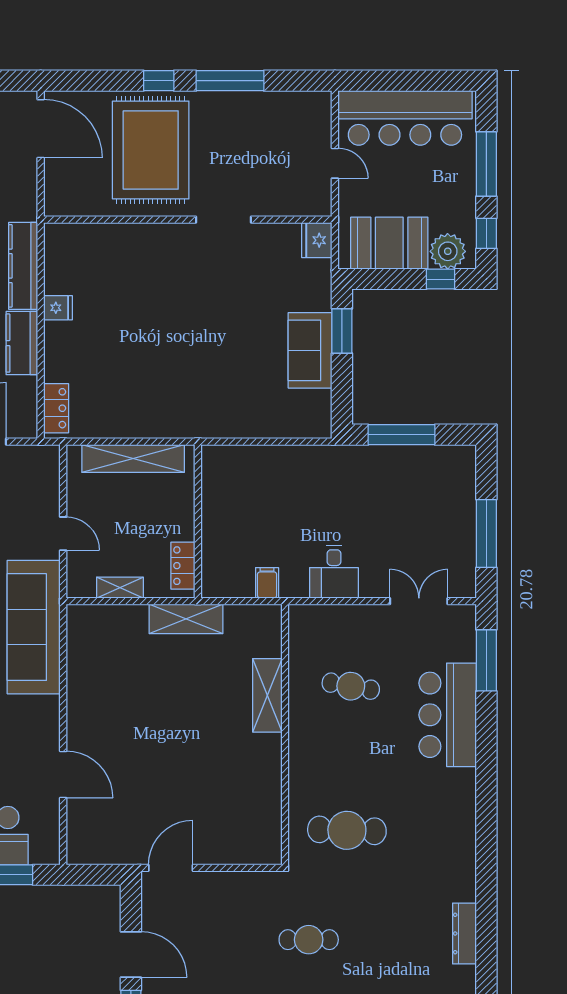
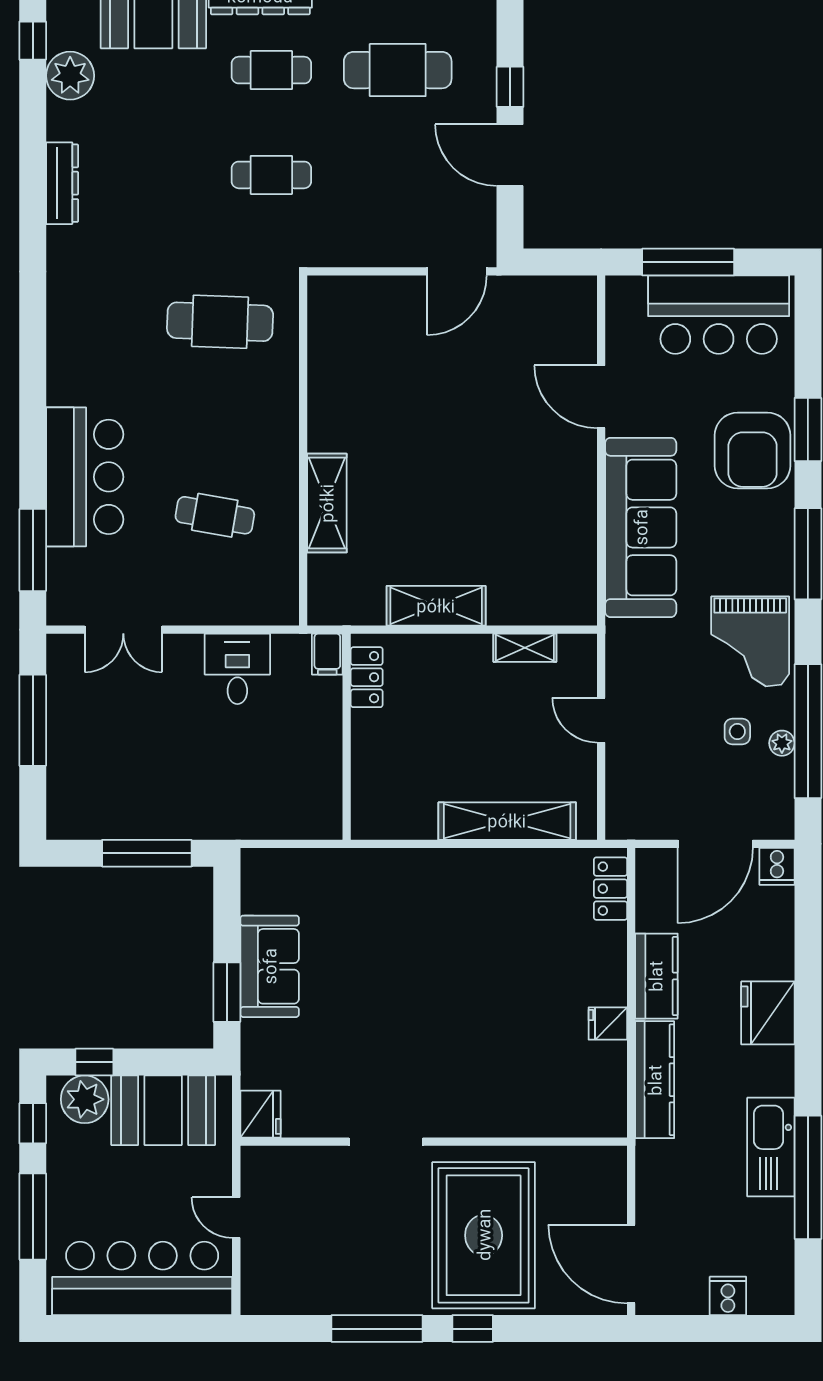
wall: (198, 521) -> (347, 737), moved
locker: (183, 566) -> (367, 677), moved
sofa: (34, 627) -> (641, 527), moved

